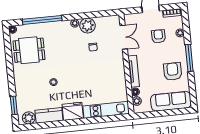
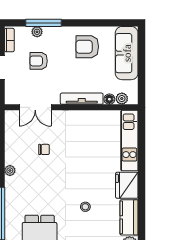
plant: (87, 26) -> (15, 154), removed
double door: (124, 37) -> (35, 107), swing flipped
window: (189, 58) -> (43, 23), moved

